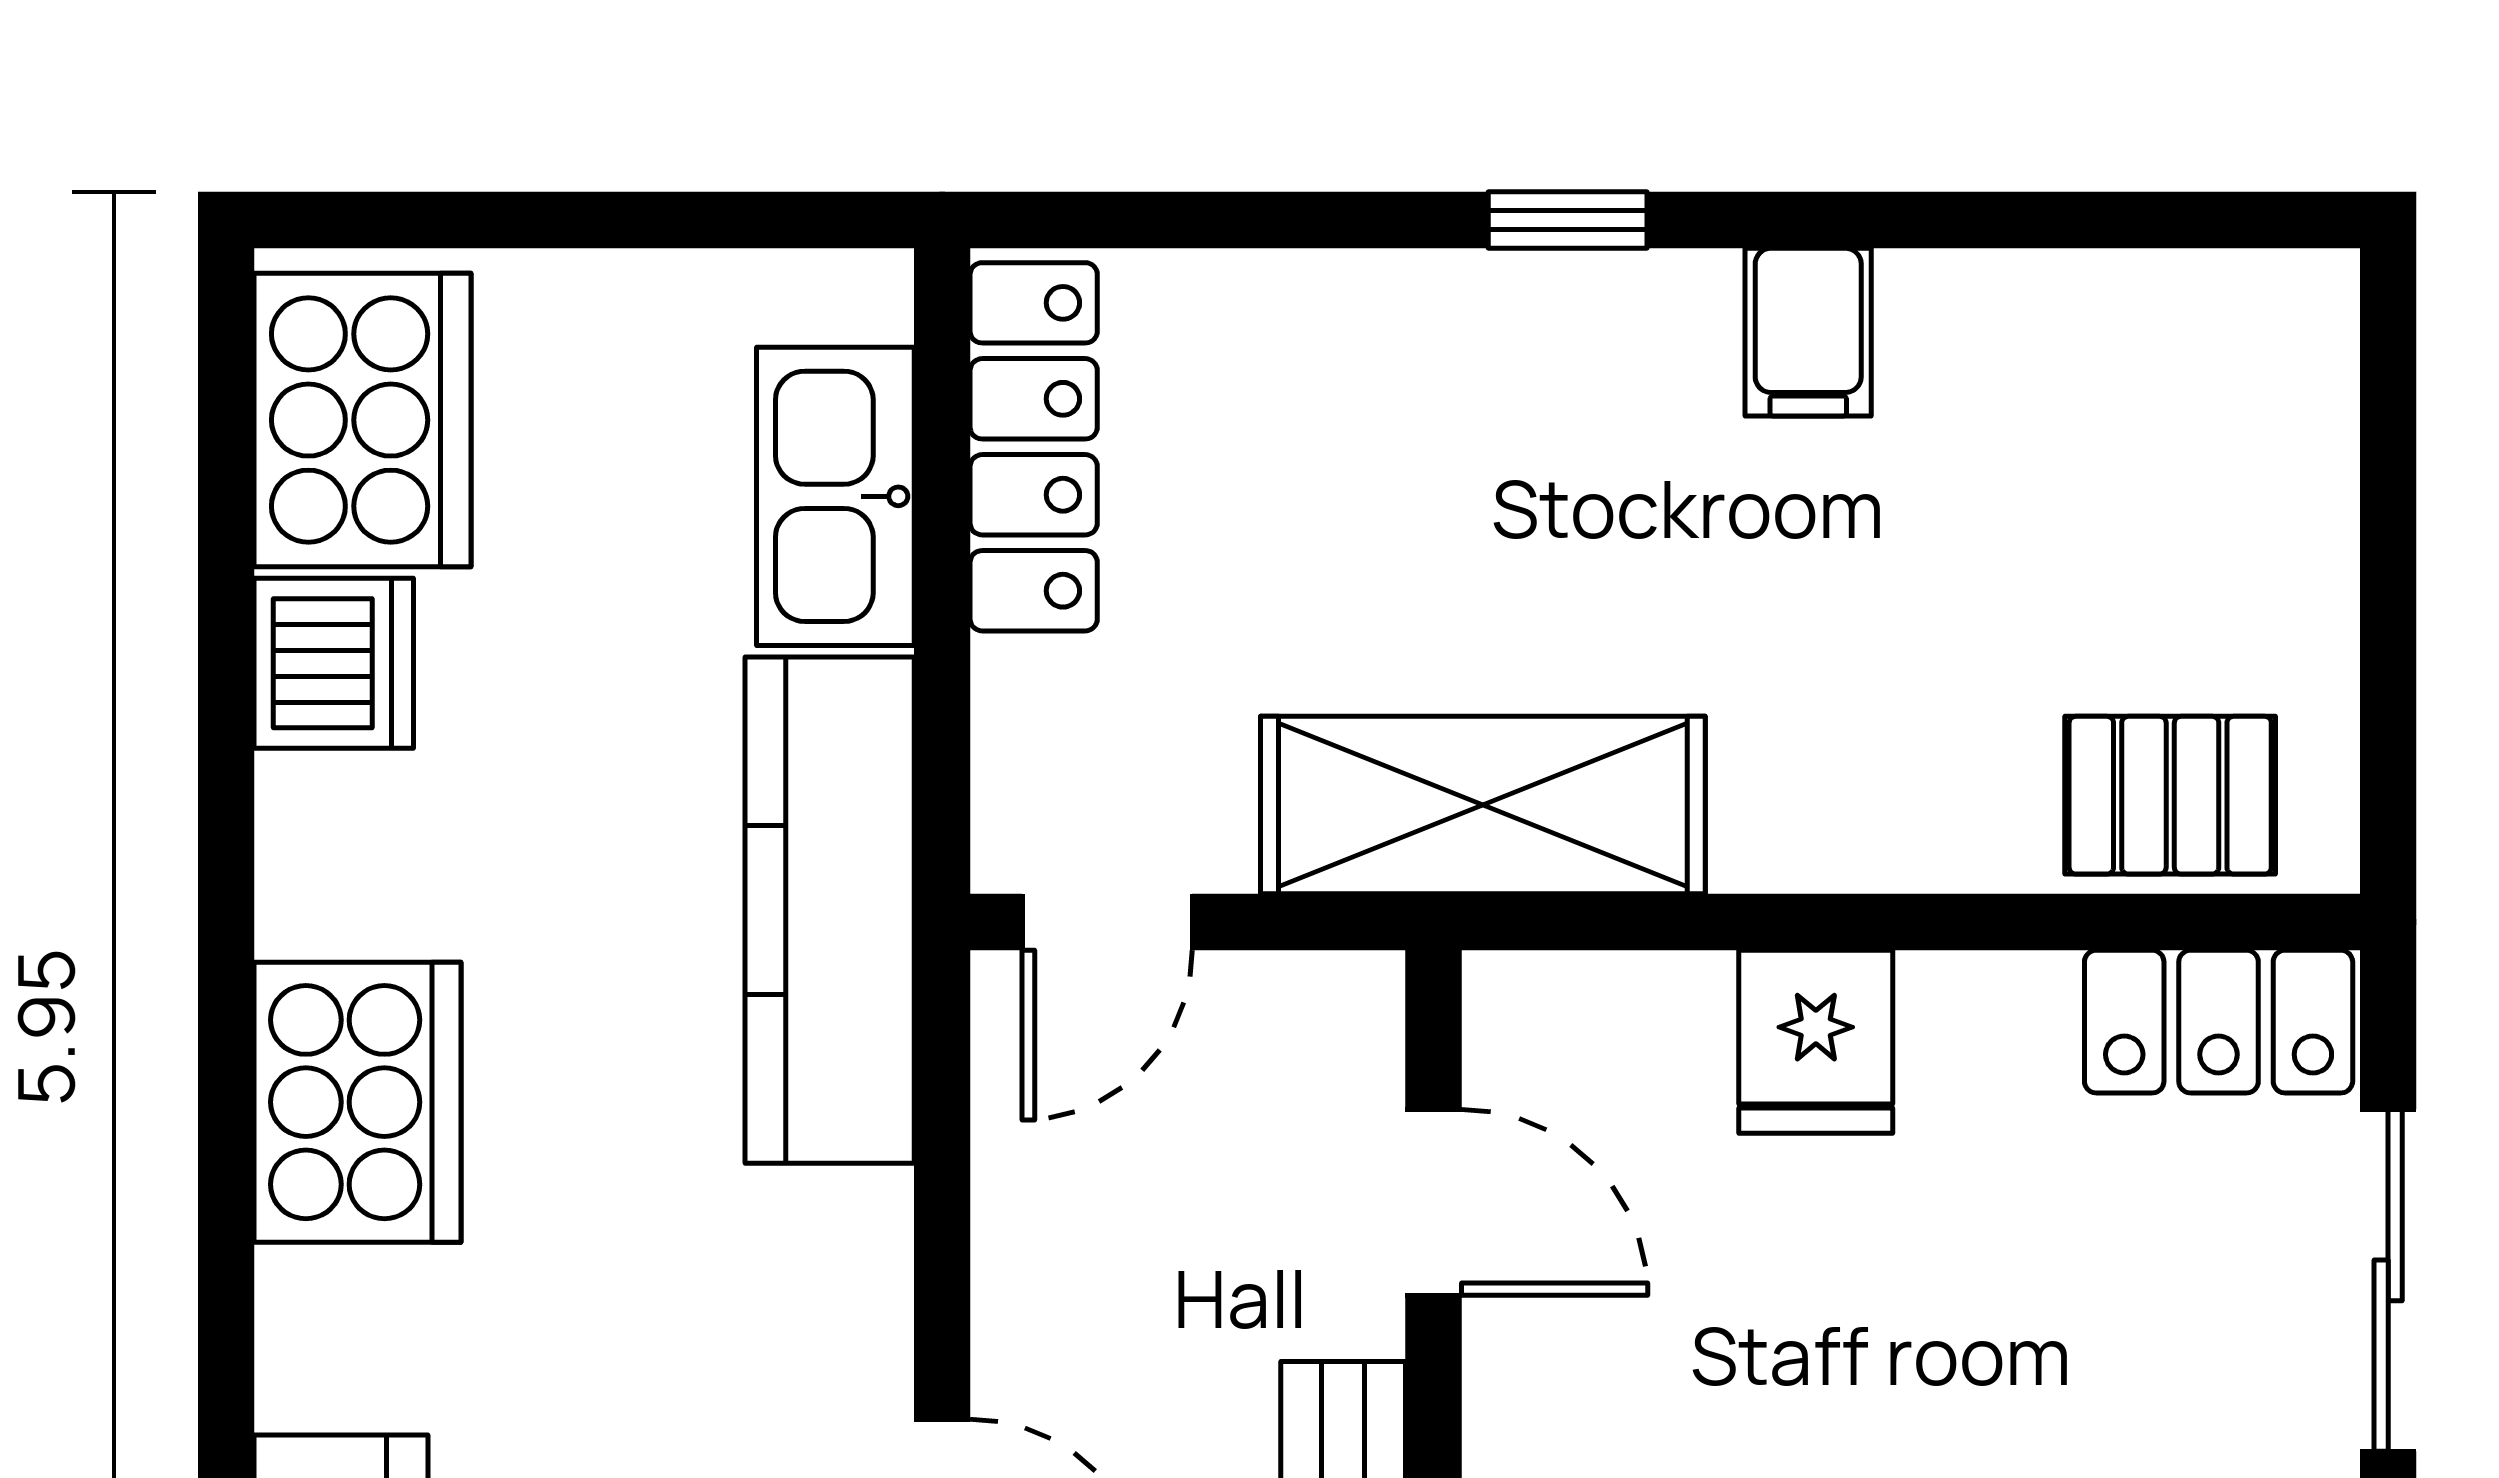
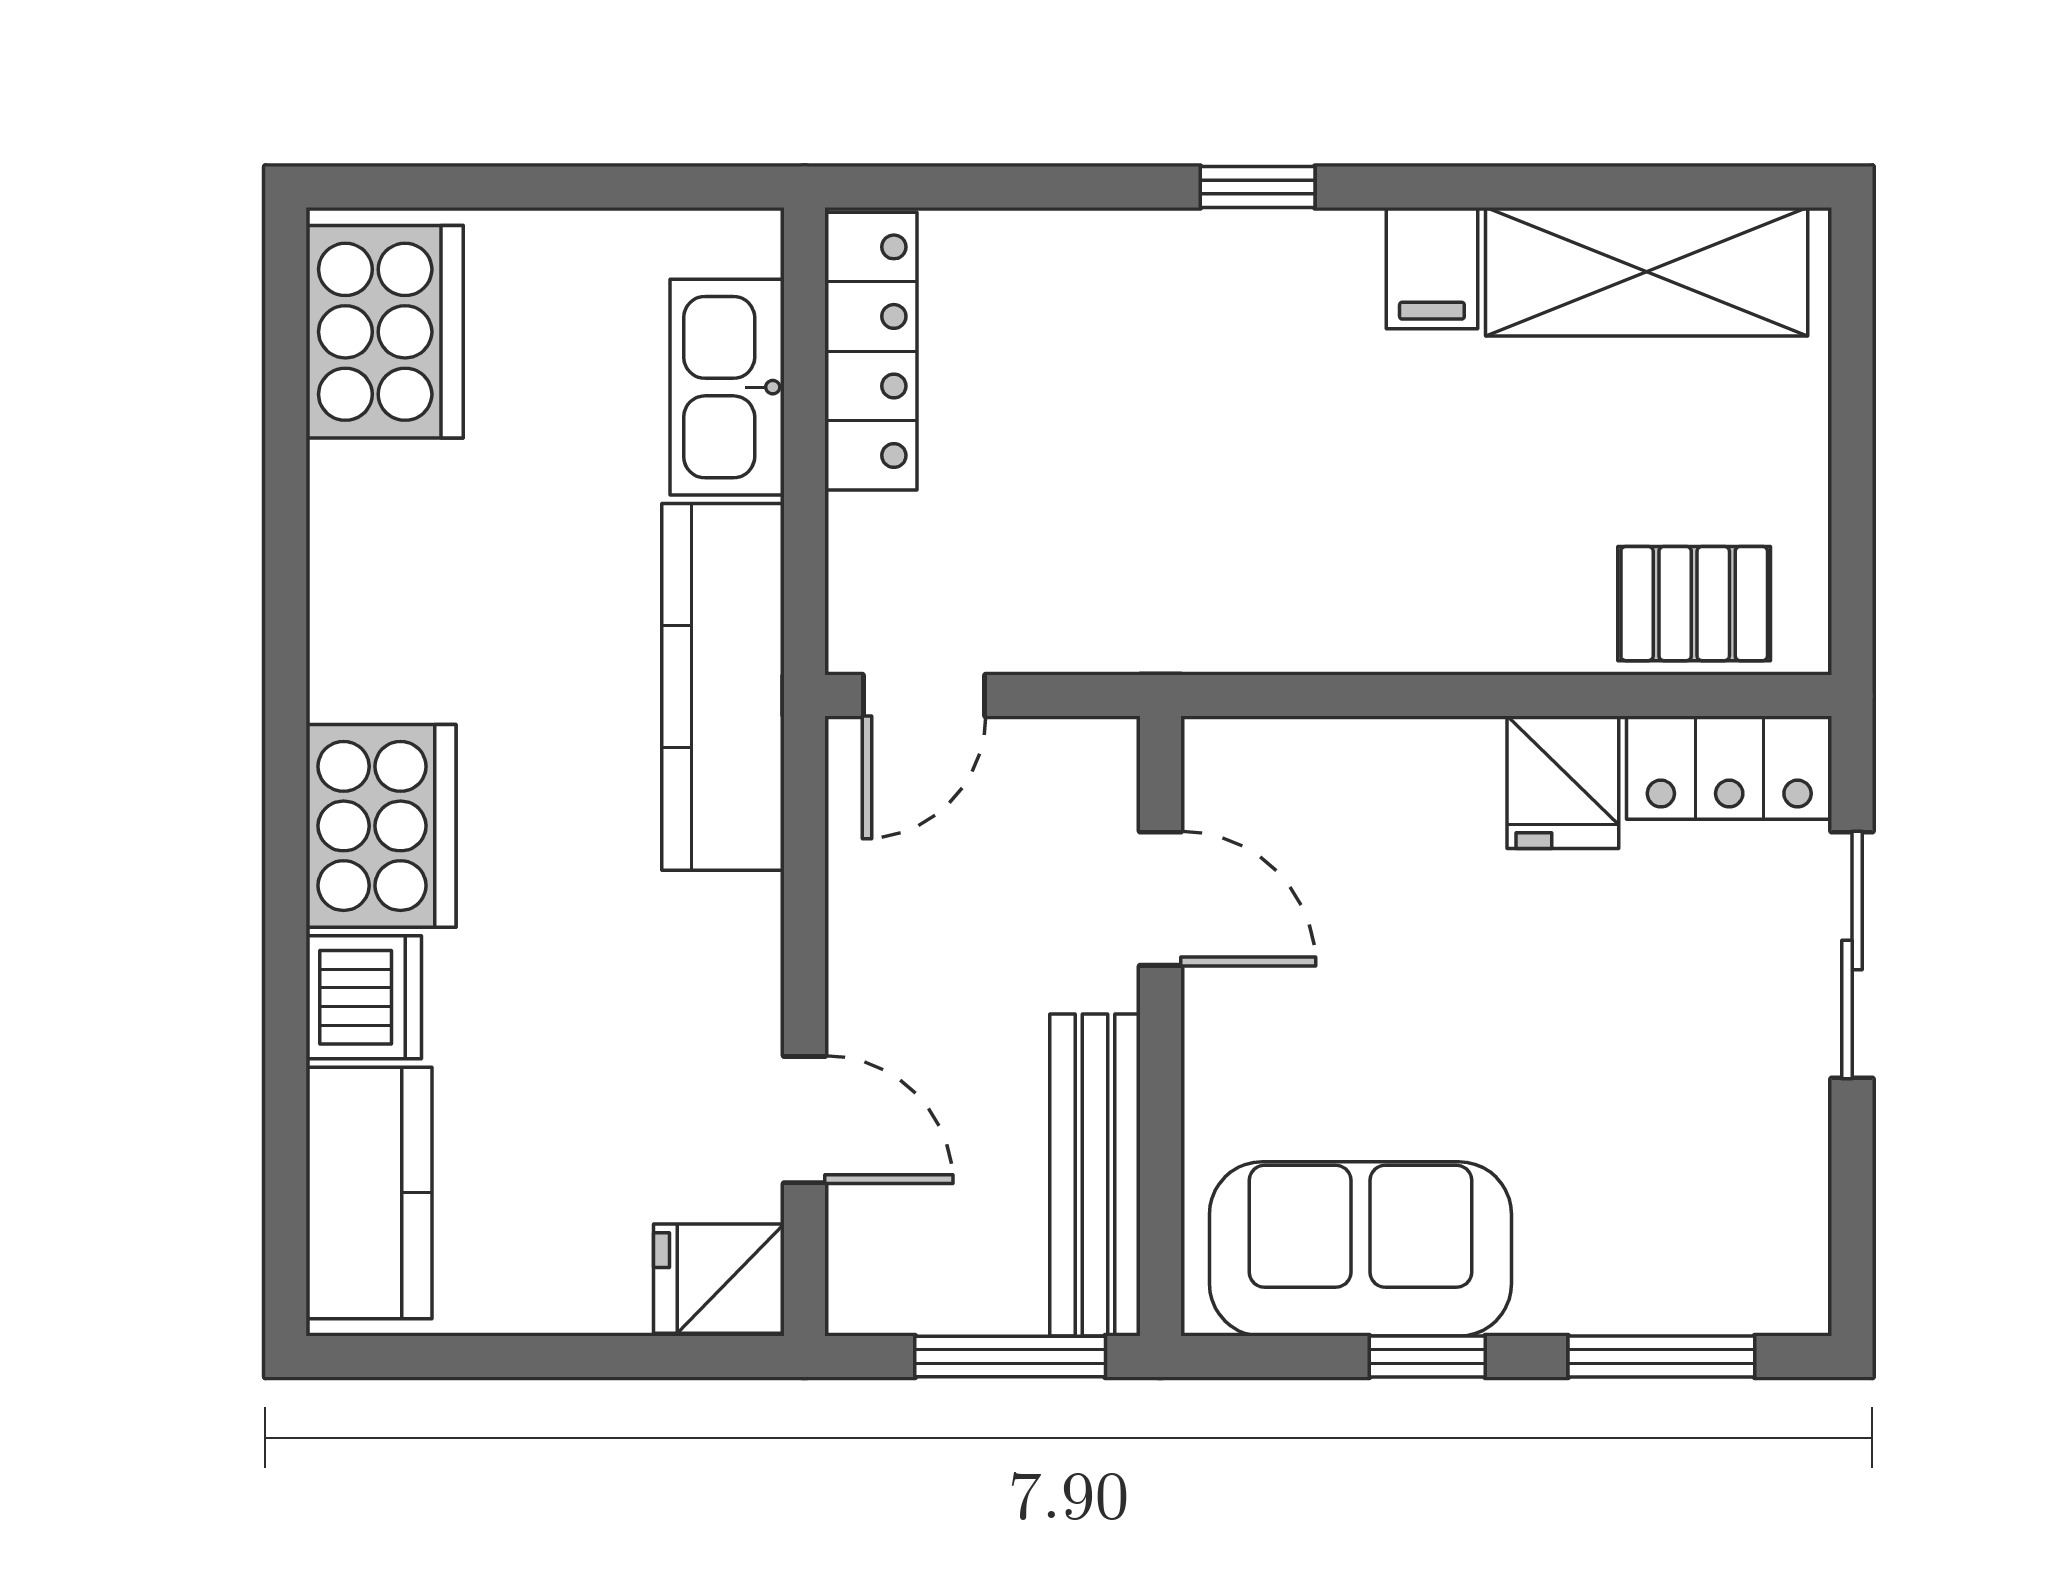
dishwasher: (334, 663) -> (364, 997), moved
shelving: (1483, 805) -> (1647, 272), moved
fridge: (1816, 1042) -> (1563, 782), moved

